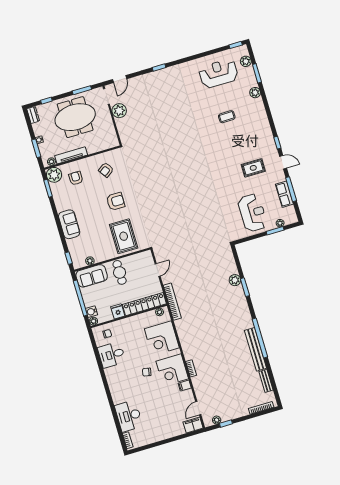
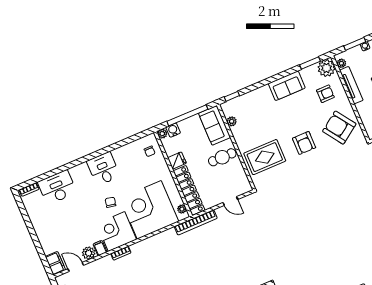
armchair: (106, 170) -> (339, 128), width x1.88, depth x1.88
sofa: (69, 224) -> (287, 86), moved
corner desk: (162, 338) -> (149, 210), width x1.36, depth x1.36
desk: (112, 355) -> (103, 169), moved
plant: (188, 396) -> (89, 253), added

